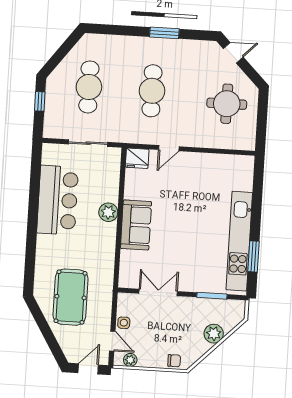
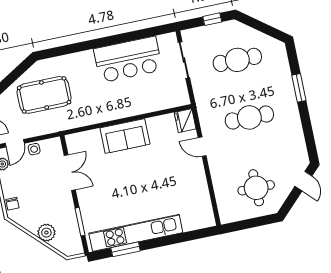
window: (164, 33) -> (299, 88), moved
sliding door: (88, 143) -> (184, 60), moved
plant: (108, 212) -> (130, 108), removed

